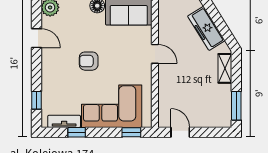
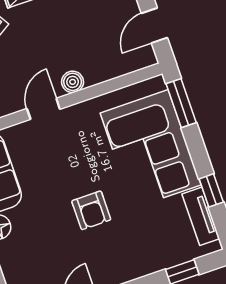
boiler: (164, 75) -> (73, 82), added
window: (131, 132) -> (181, 103), width x1.50

